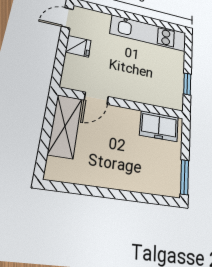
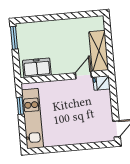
kitchen unit: (149, 33) -> (32, 119), moved, turned 90
fridge: (78, 46) -> (102, 83), moved

